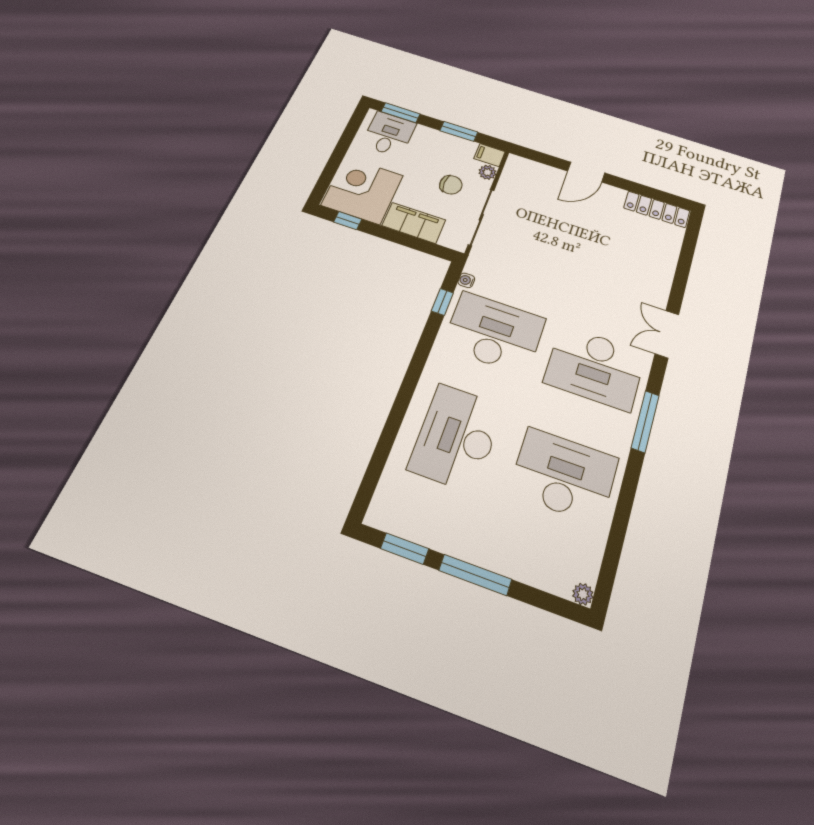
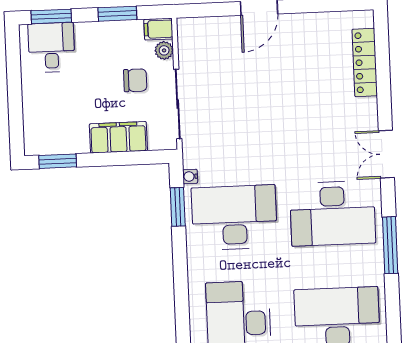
corner desk: (362, 190) -> (56, 123), removed
locker: (657, 209) -> (365, 62), moved, turned 90
window: (348, 221) -> (58, 161), width x1.50
window: (442, 302) -> (178, 207), width x1.50

